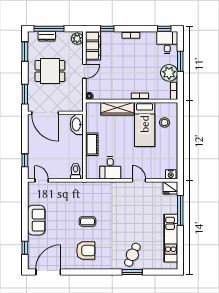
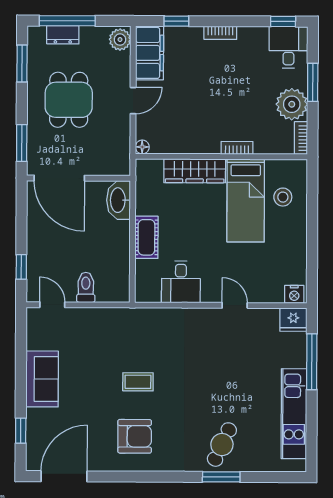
dining table: (50, 71) -> (69, 100), turned 90
toilet: (76, 171) -> (86, 287), moved

